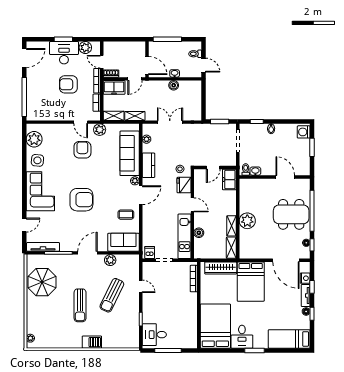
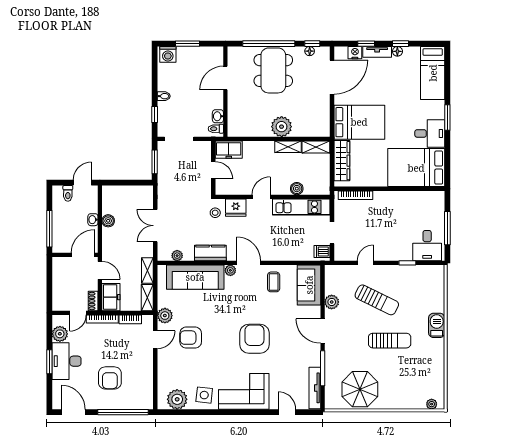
armchair: (68, 84) -> (110, 378), moved

